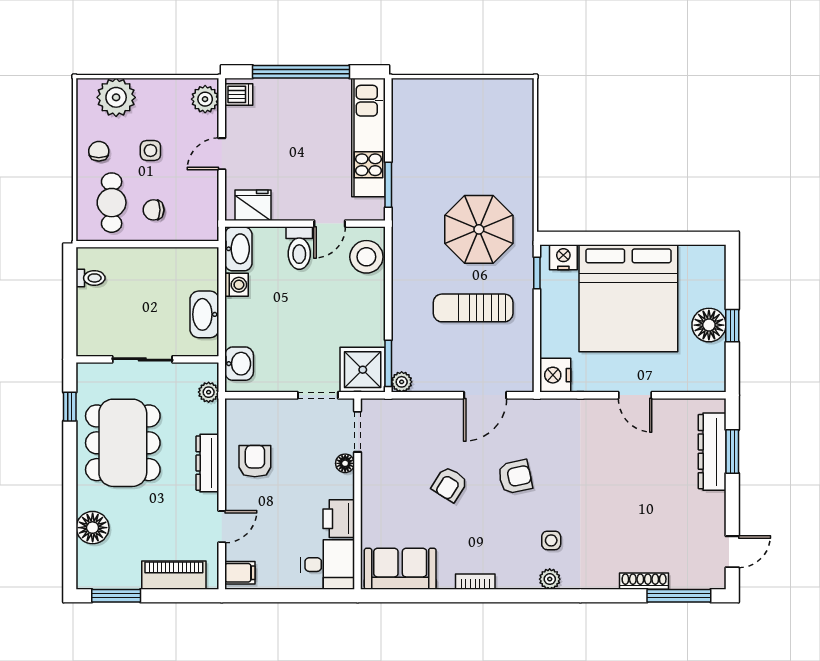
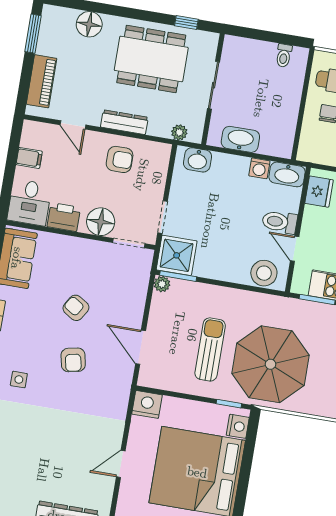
parasol: (479, 229) -> (270, 364), width x1.36, depth x1.36
floor lamp: (345, 463) -> (101, 222), width x1.89, depth x1.89
filing cabinet: (240, 573) -> (29, 158), moved, turned -90

